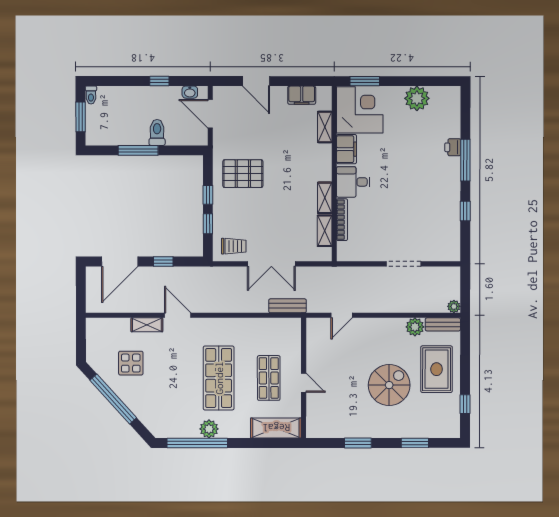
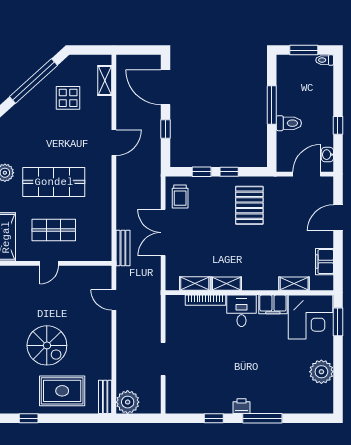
printer: (453, 147) -> (241, 406), moved
plant: (454, 306) -> (128, 402), width x1.87, depth x1.87
shelving: (147, 325) -> (105, 80), moved
plant: (415, 327) -> (103, 370), removed

